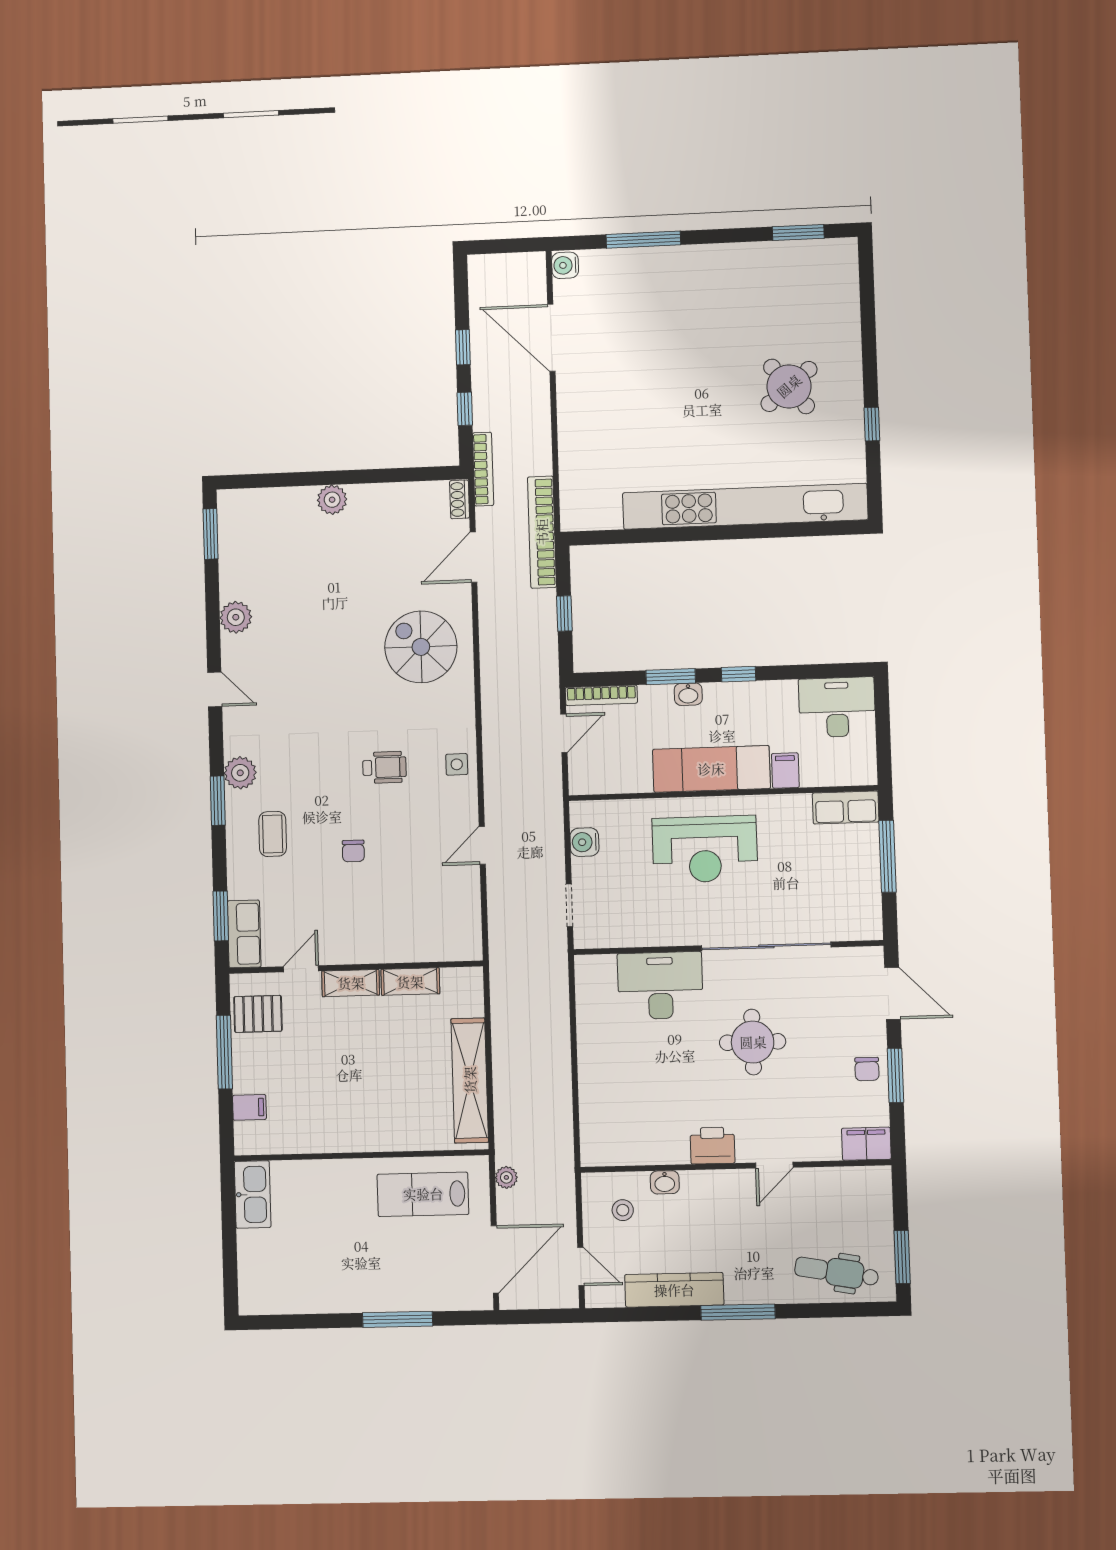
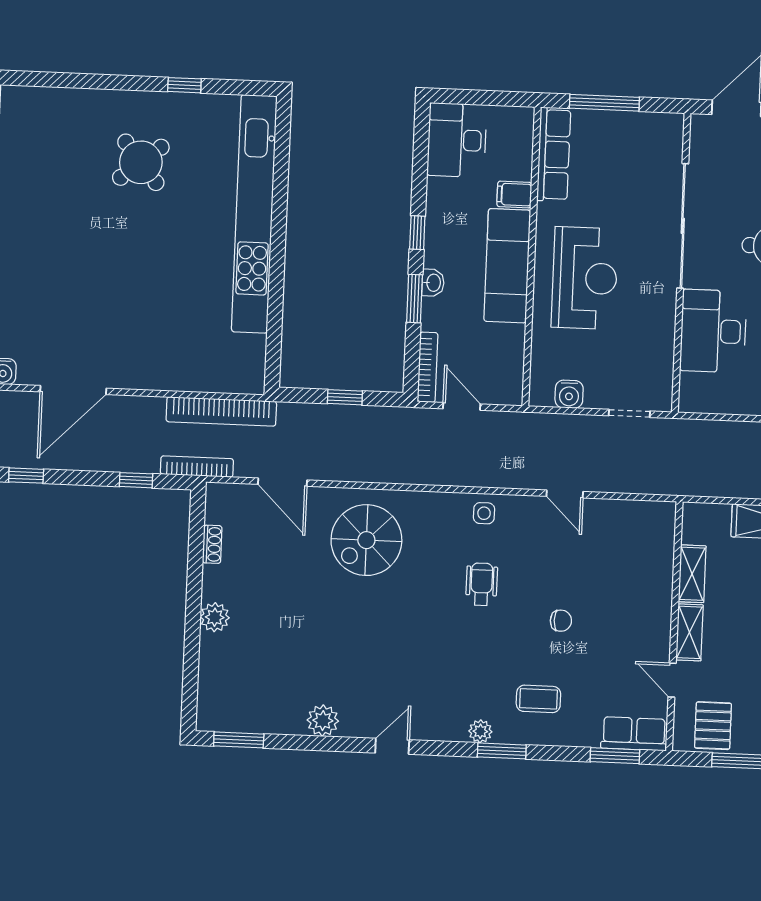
window: (463, 347) -> (26, 476), moved
shoe rack: (460, 499) -> (212, 544), moved, turned -90
bookcase: (542, 532) -> (221, 412), moved
plant: (240, 773) -> (480, 731), width x0.73, depth x0.73
row of seats: (846, 807) -> (554, 154), width x1.48

